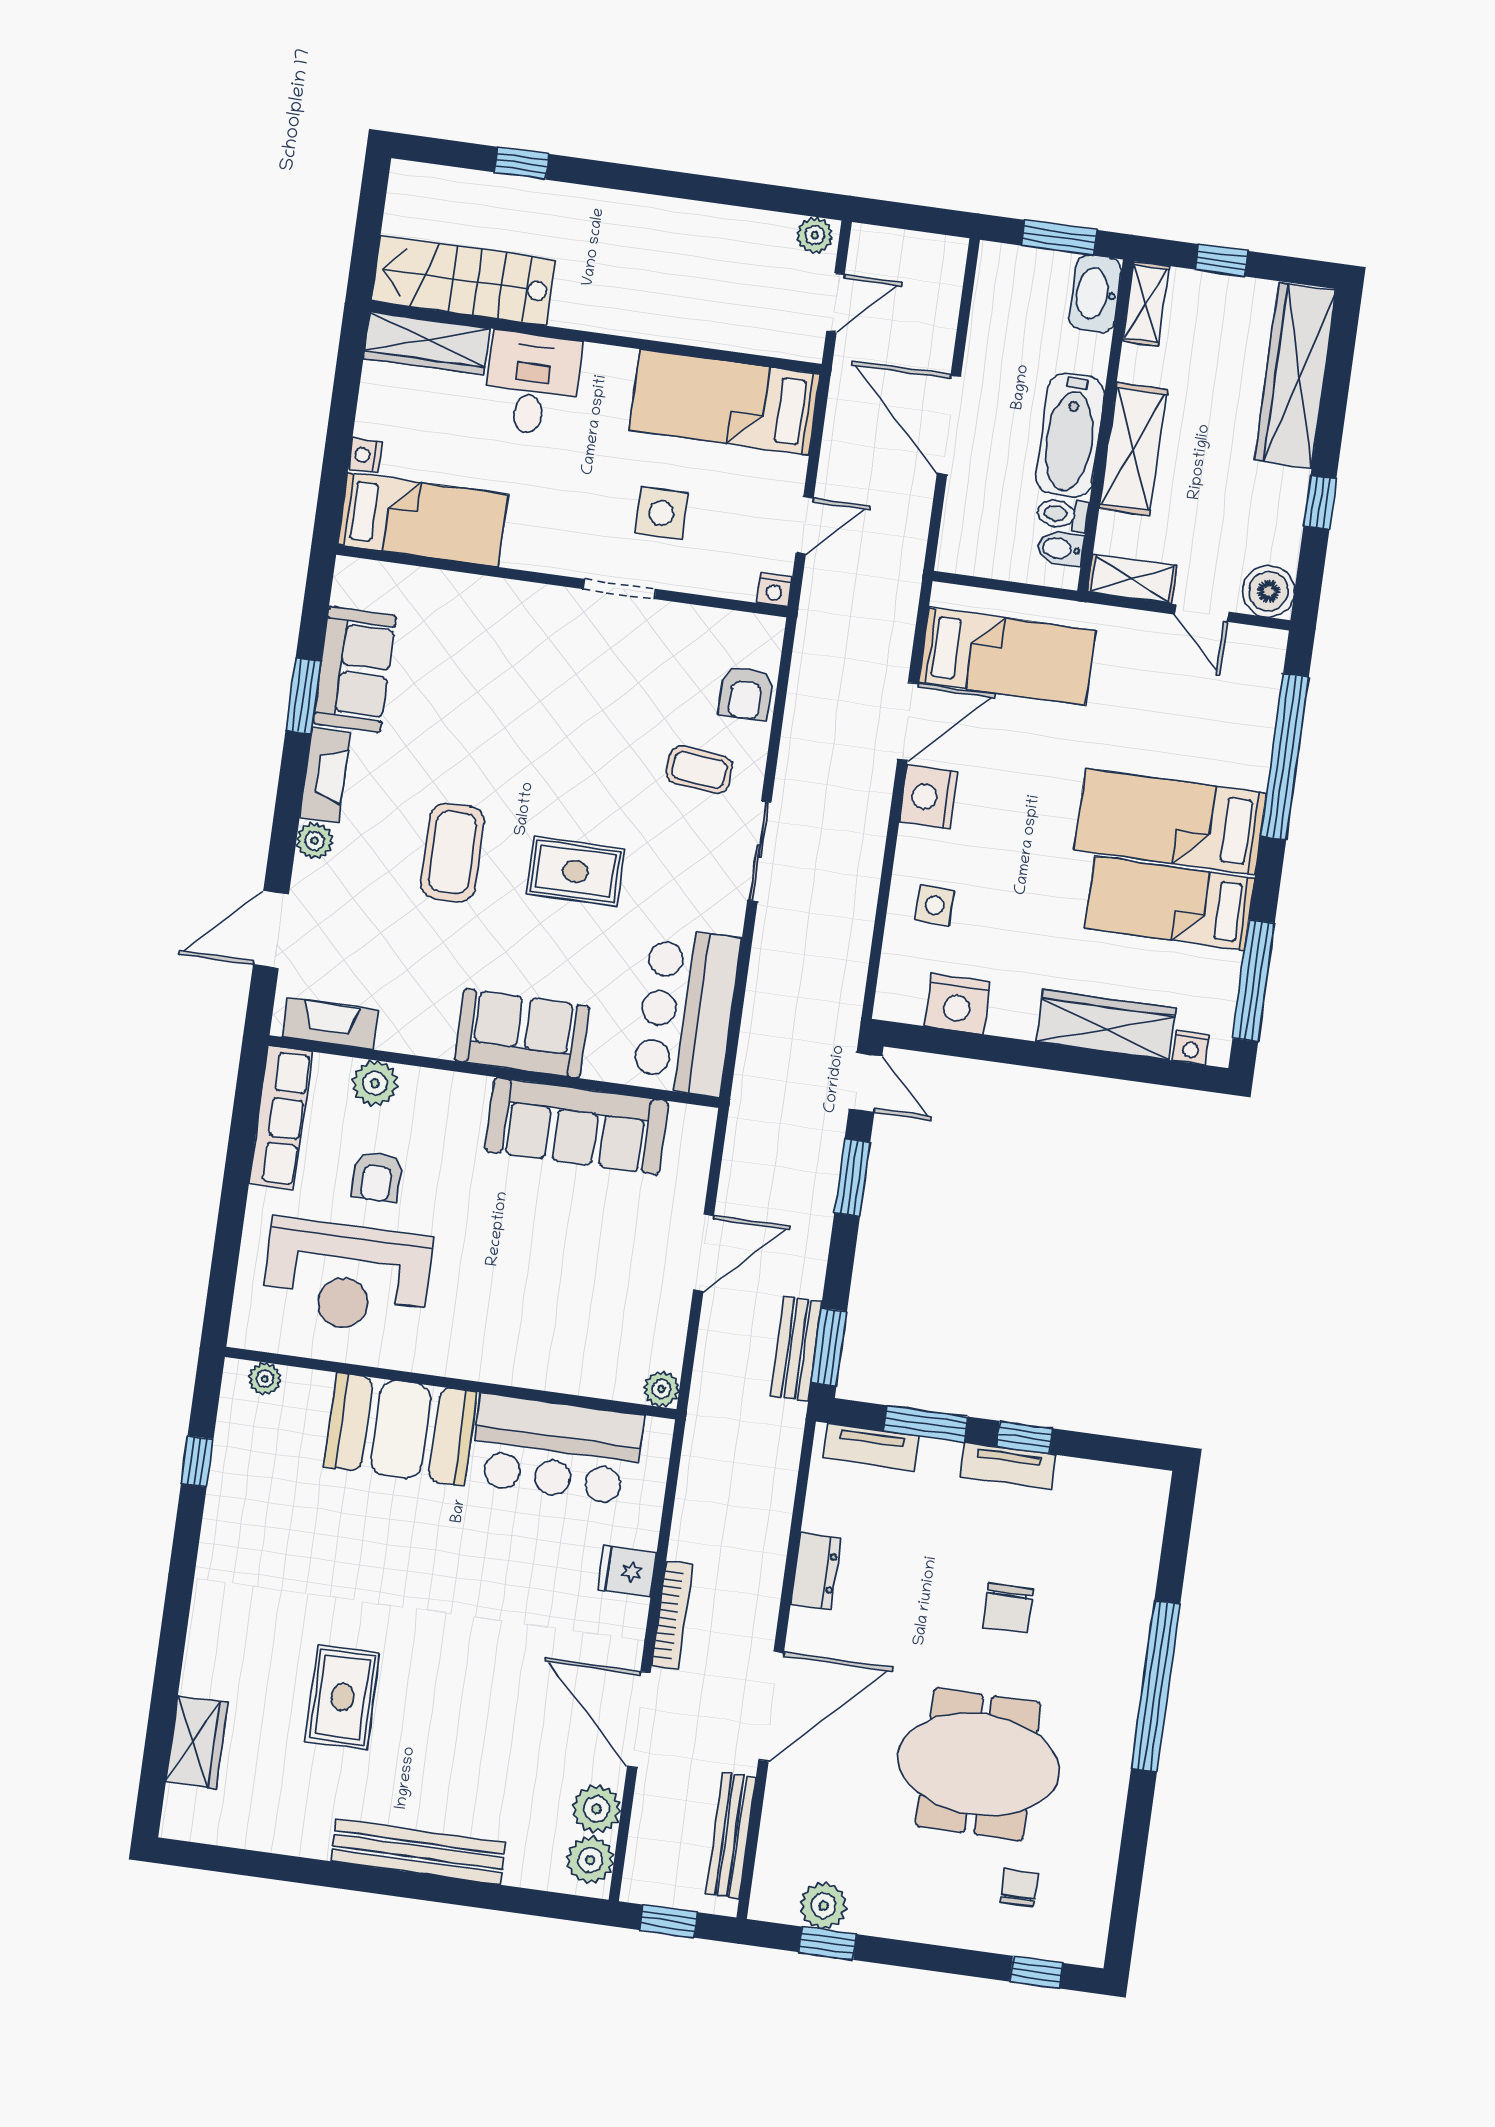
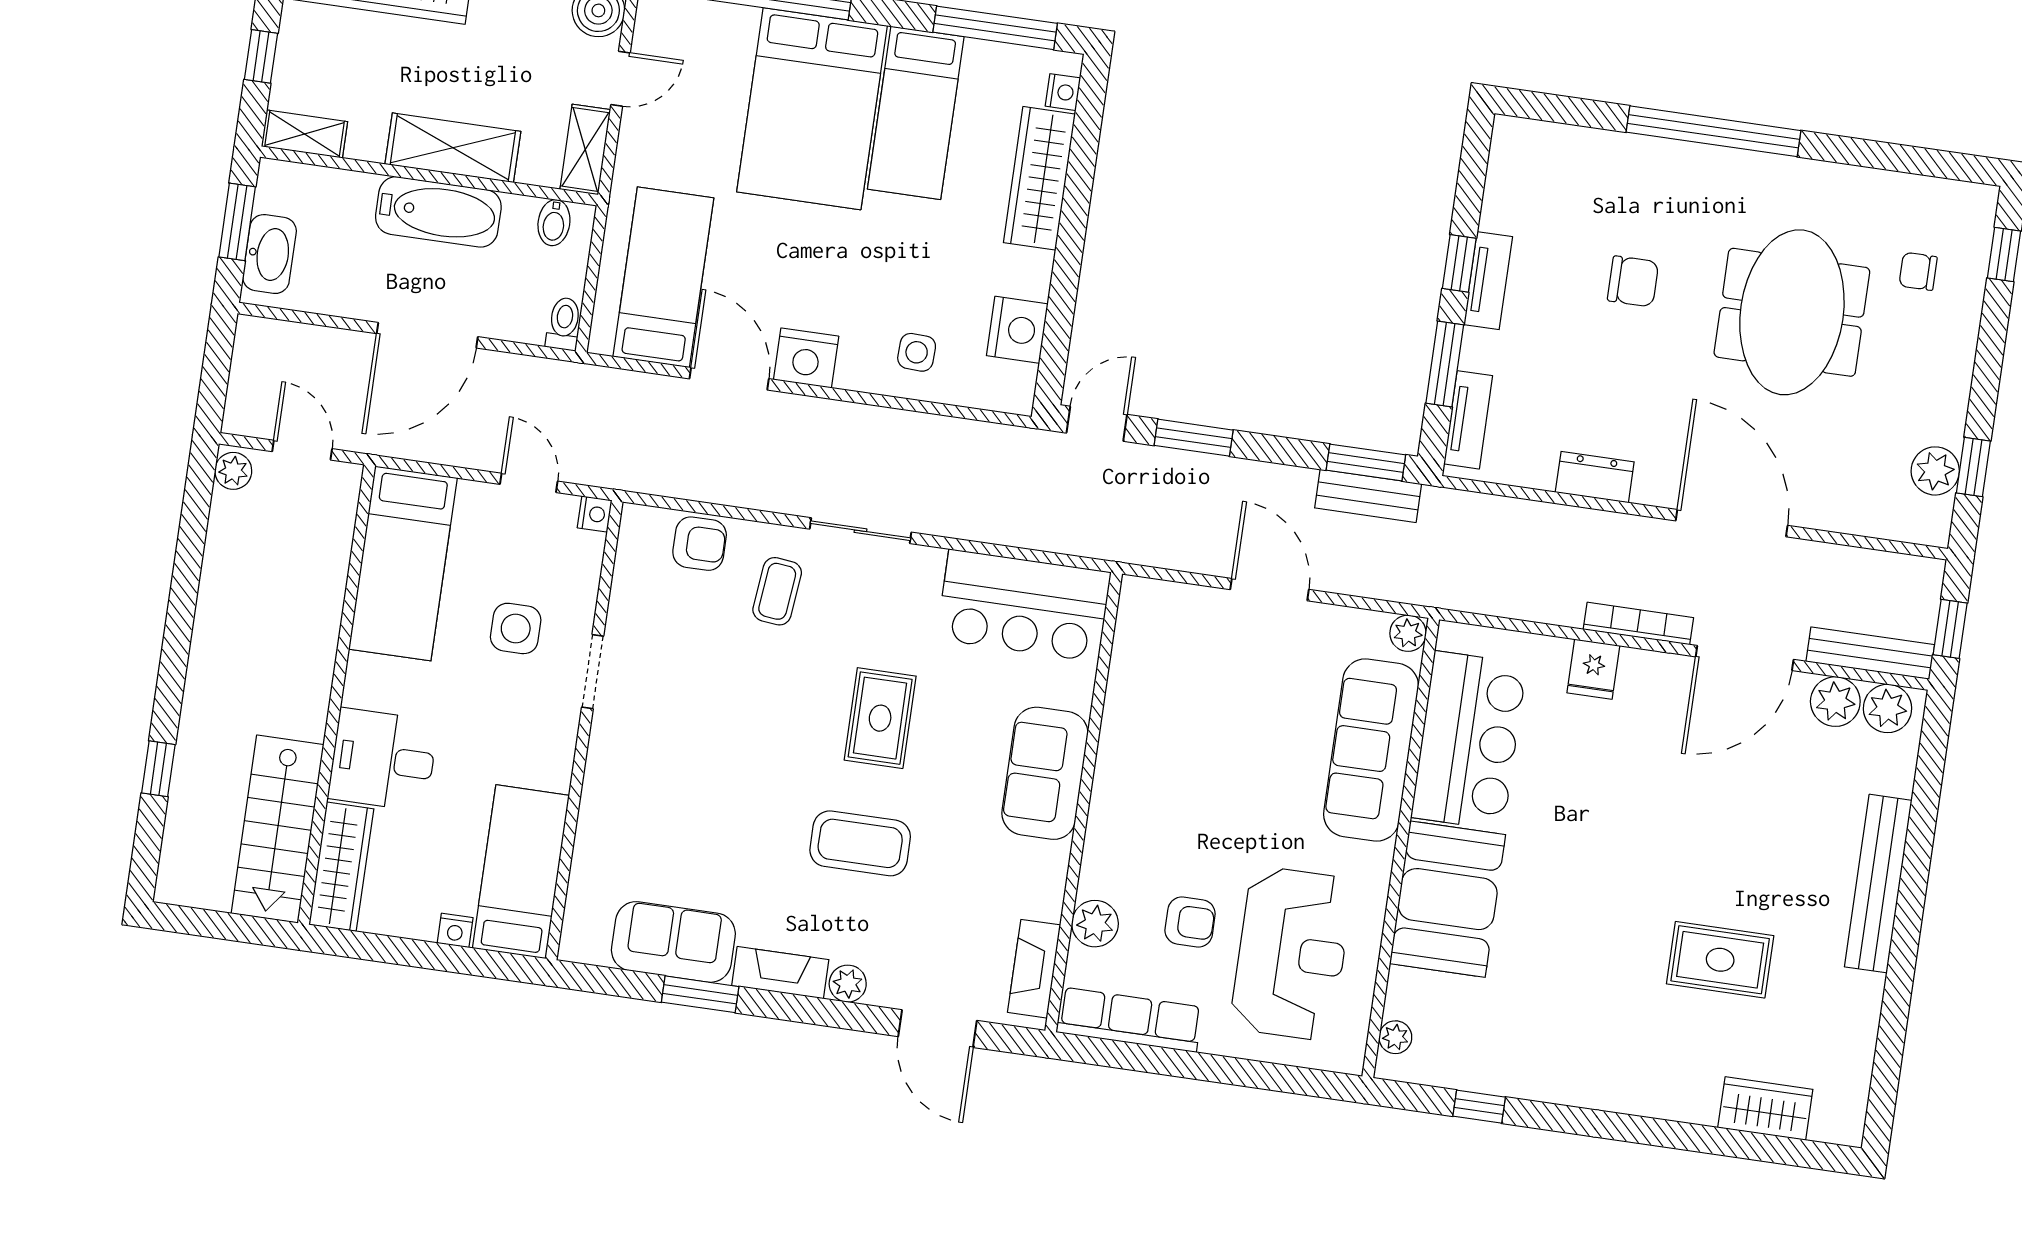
washbasin: (1095, 294) -> (270, 254), moved, turned -90
toilet: (1062, 514) -> (564, 324), moved, turned 180
bed: (1170, 822) -> (812, 109), width x1.50
sofa: (577, 1126) -> (1371, 750), moved, turned 180
bench: (731, 1835) -> (1870, 653), moved

